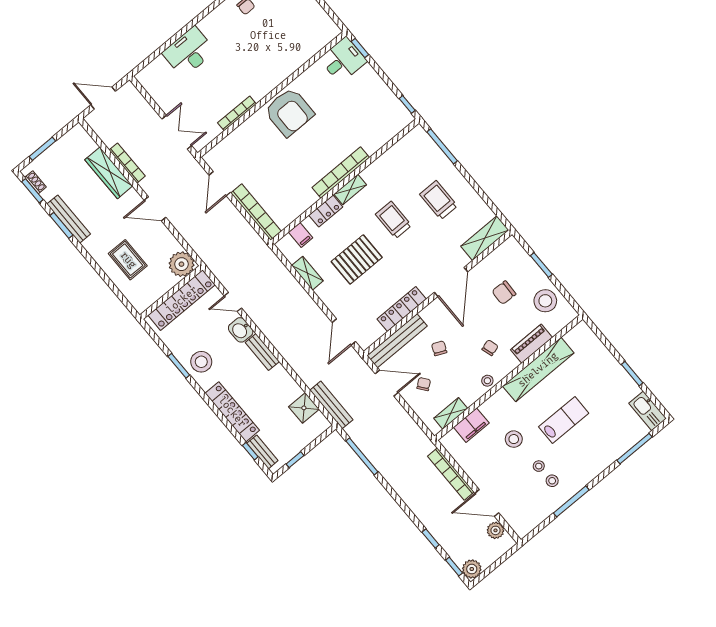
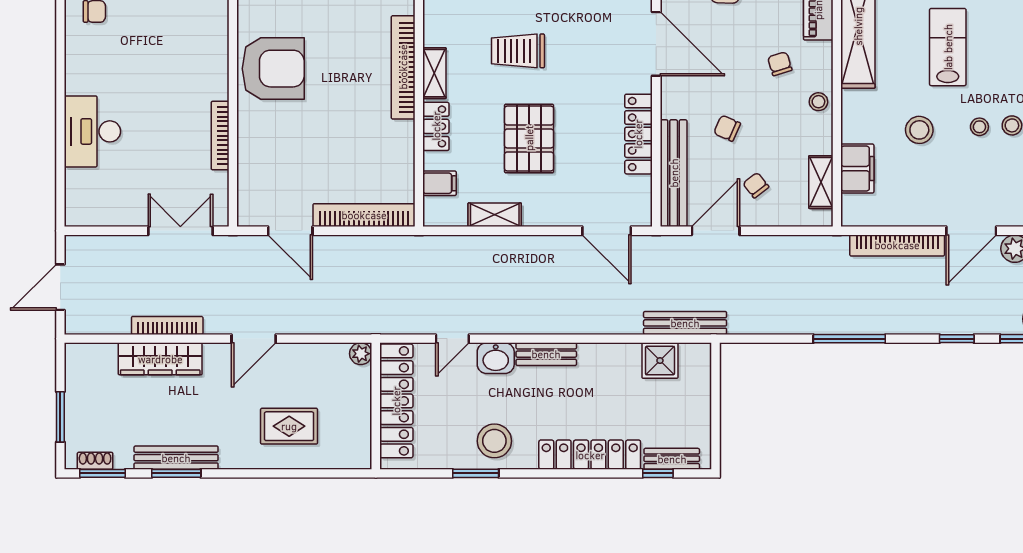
plant: (181, 264) -> (361, 354), width x0.53, depth x0.53
window: (362, 456) -> (849, 339), moved
window: (295, 460) -> (716, 426), removed

